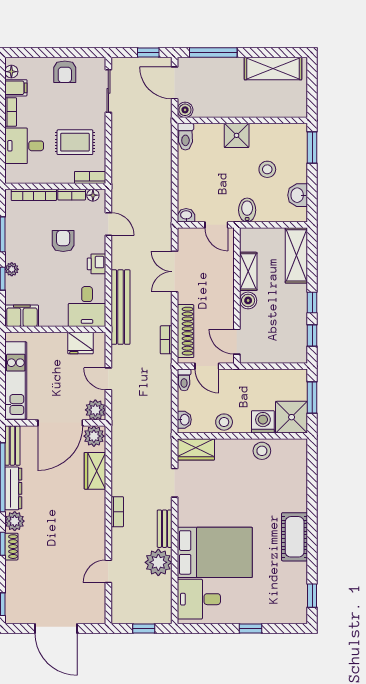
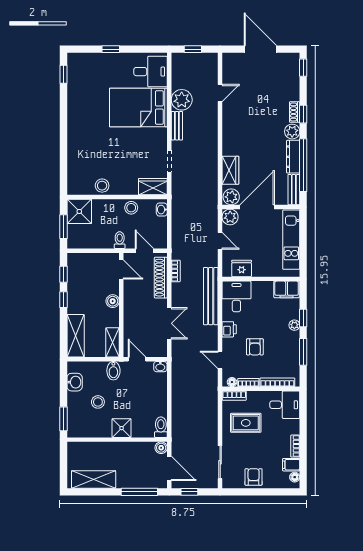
desk: (24, 146) -> (285, 405), moved
shelving: (248, 271) -> (113, 342), moved
toilet: (184, 380) -> (120, 240), moved
washing machine: (263, 422) -> (101, 208), removed
bookcase: (117, 512) -> (213, 139), removed
cot: (295, 537) -> (77, 119), removed

